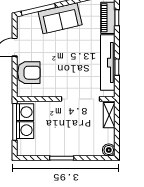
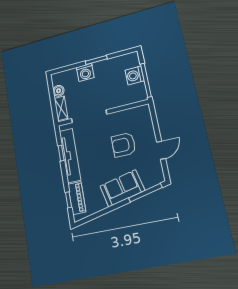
armchair: (29, 73) -> (124, 145), moved
washing machine: (25, 112) -> (85, 72), moved, turned -90
boiler: (109, 150) -> (59, 91), moved

